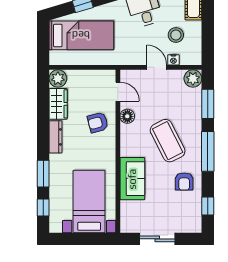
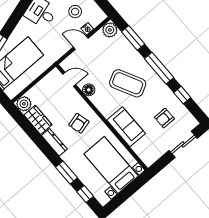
armchair: (98, 122) -> (79, 123), moved
armchair: (184, 182) -> (164, 118), moved, turned 90
window: (208, 206) -> (182, 95), moved
sliding door: (157, 239) -> (183, 144), moved

